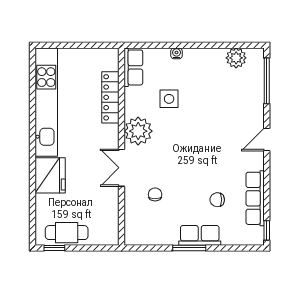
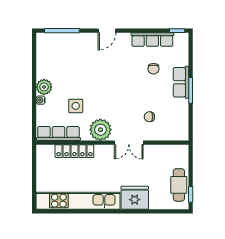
plant: (236, 58) -> (44, 87), moved
row of seats: (133, 67) -> (58, 133), width x1.48
door: (267, 139) -> (107, 31), hinge flipped

